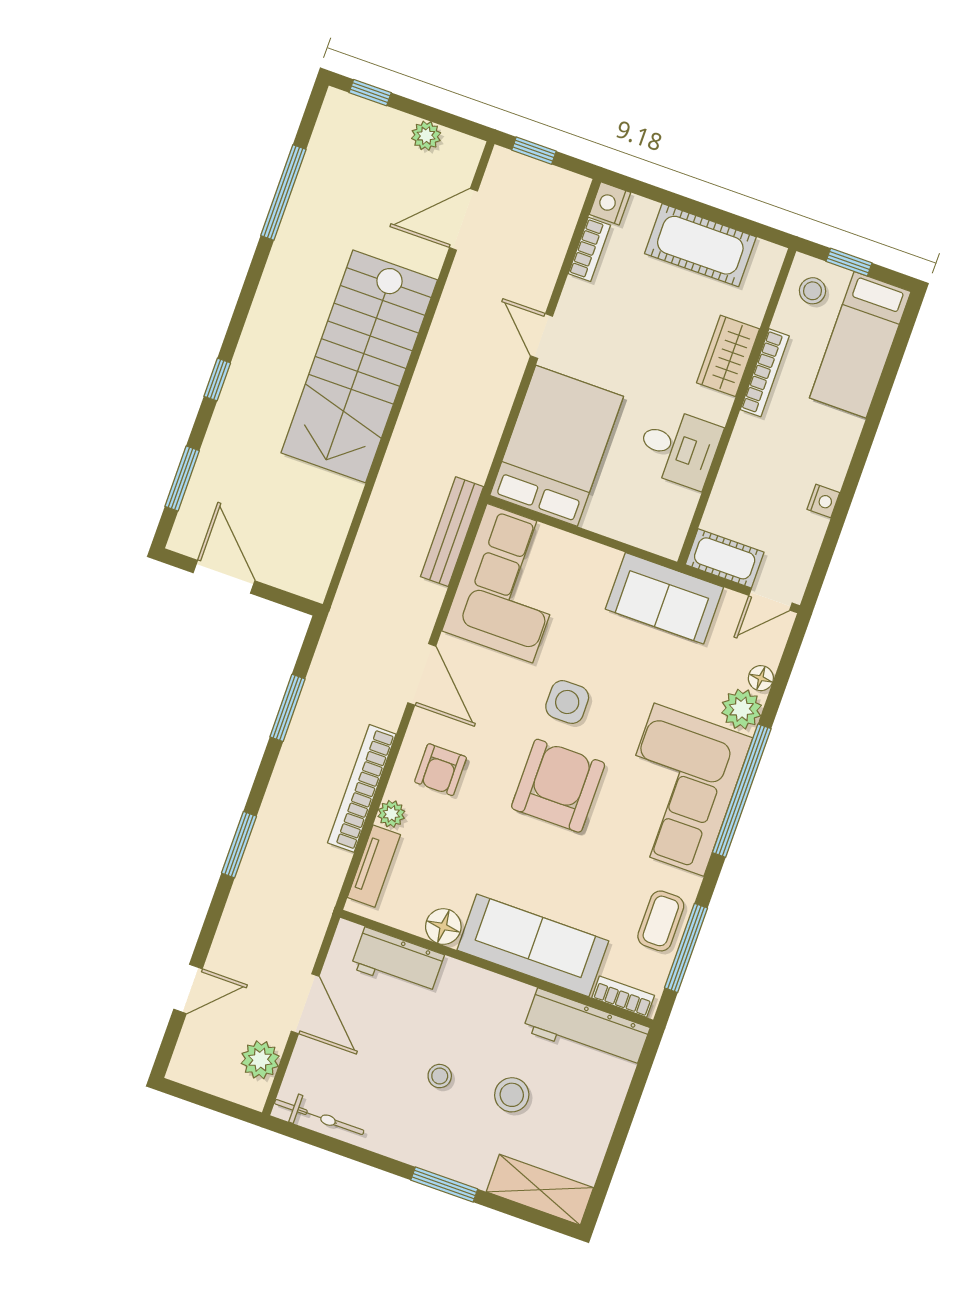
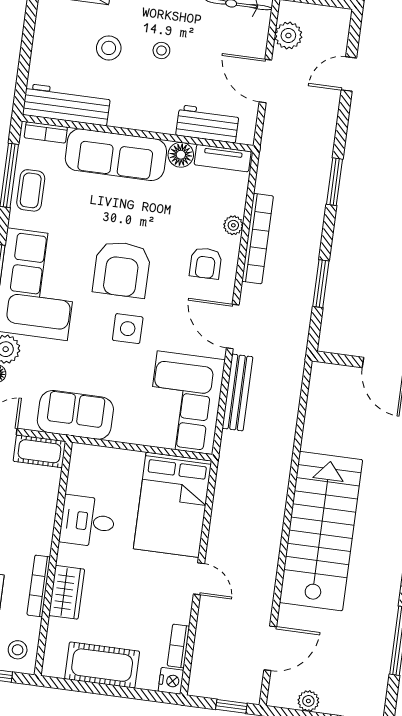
bench: (452, 532) -> (238, 392), moved
armchair: (441, 770) -> (206, 263), turned 180
tv unit: (374, 866) -> (223, 158), moved, turned -90

